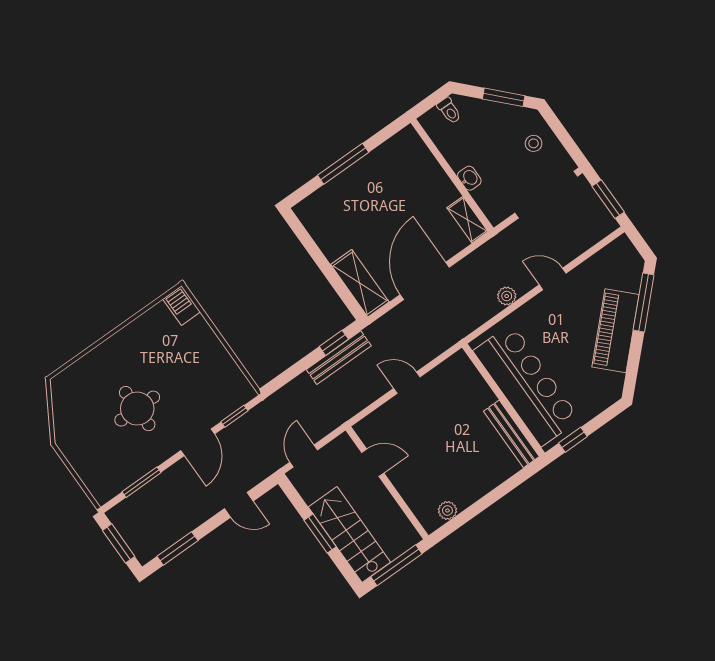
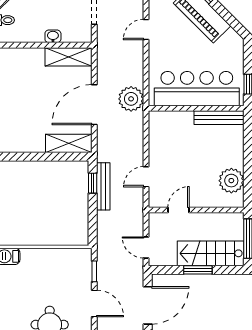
shelving: (467, 220) -> (69, 57), width x1.50, depth x1.33
door: (425, 281) -> (94, 105), hinge flipped
plant: (507, 296) -> (131, 99), moved, width x1.88, depth x1.88
door: (407, 383) -> (146, 177), moved
door: (239, 505) -> (148, 305), width x1.87
plant: (447, 511) -> (231, 181), width x1.87, depth x1.87

